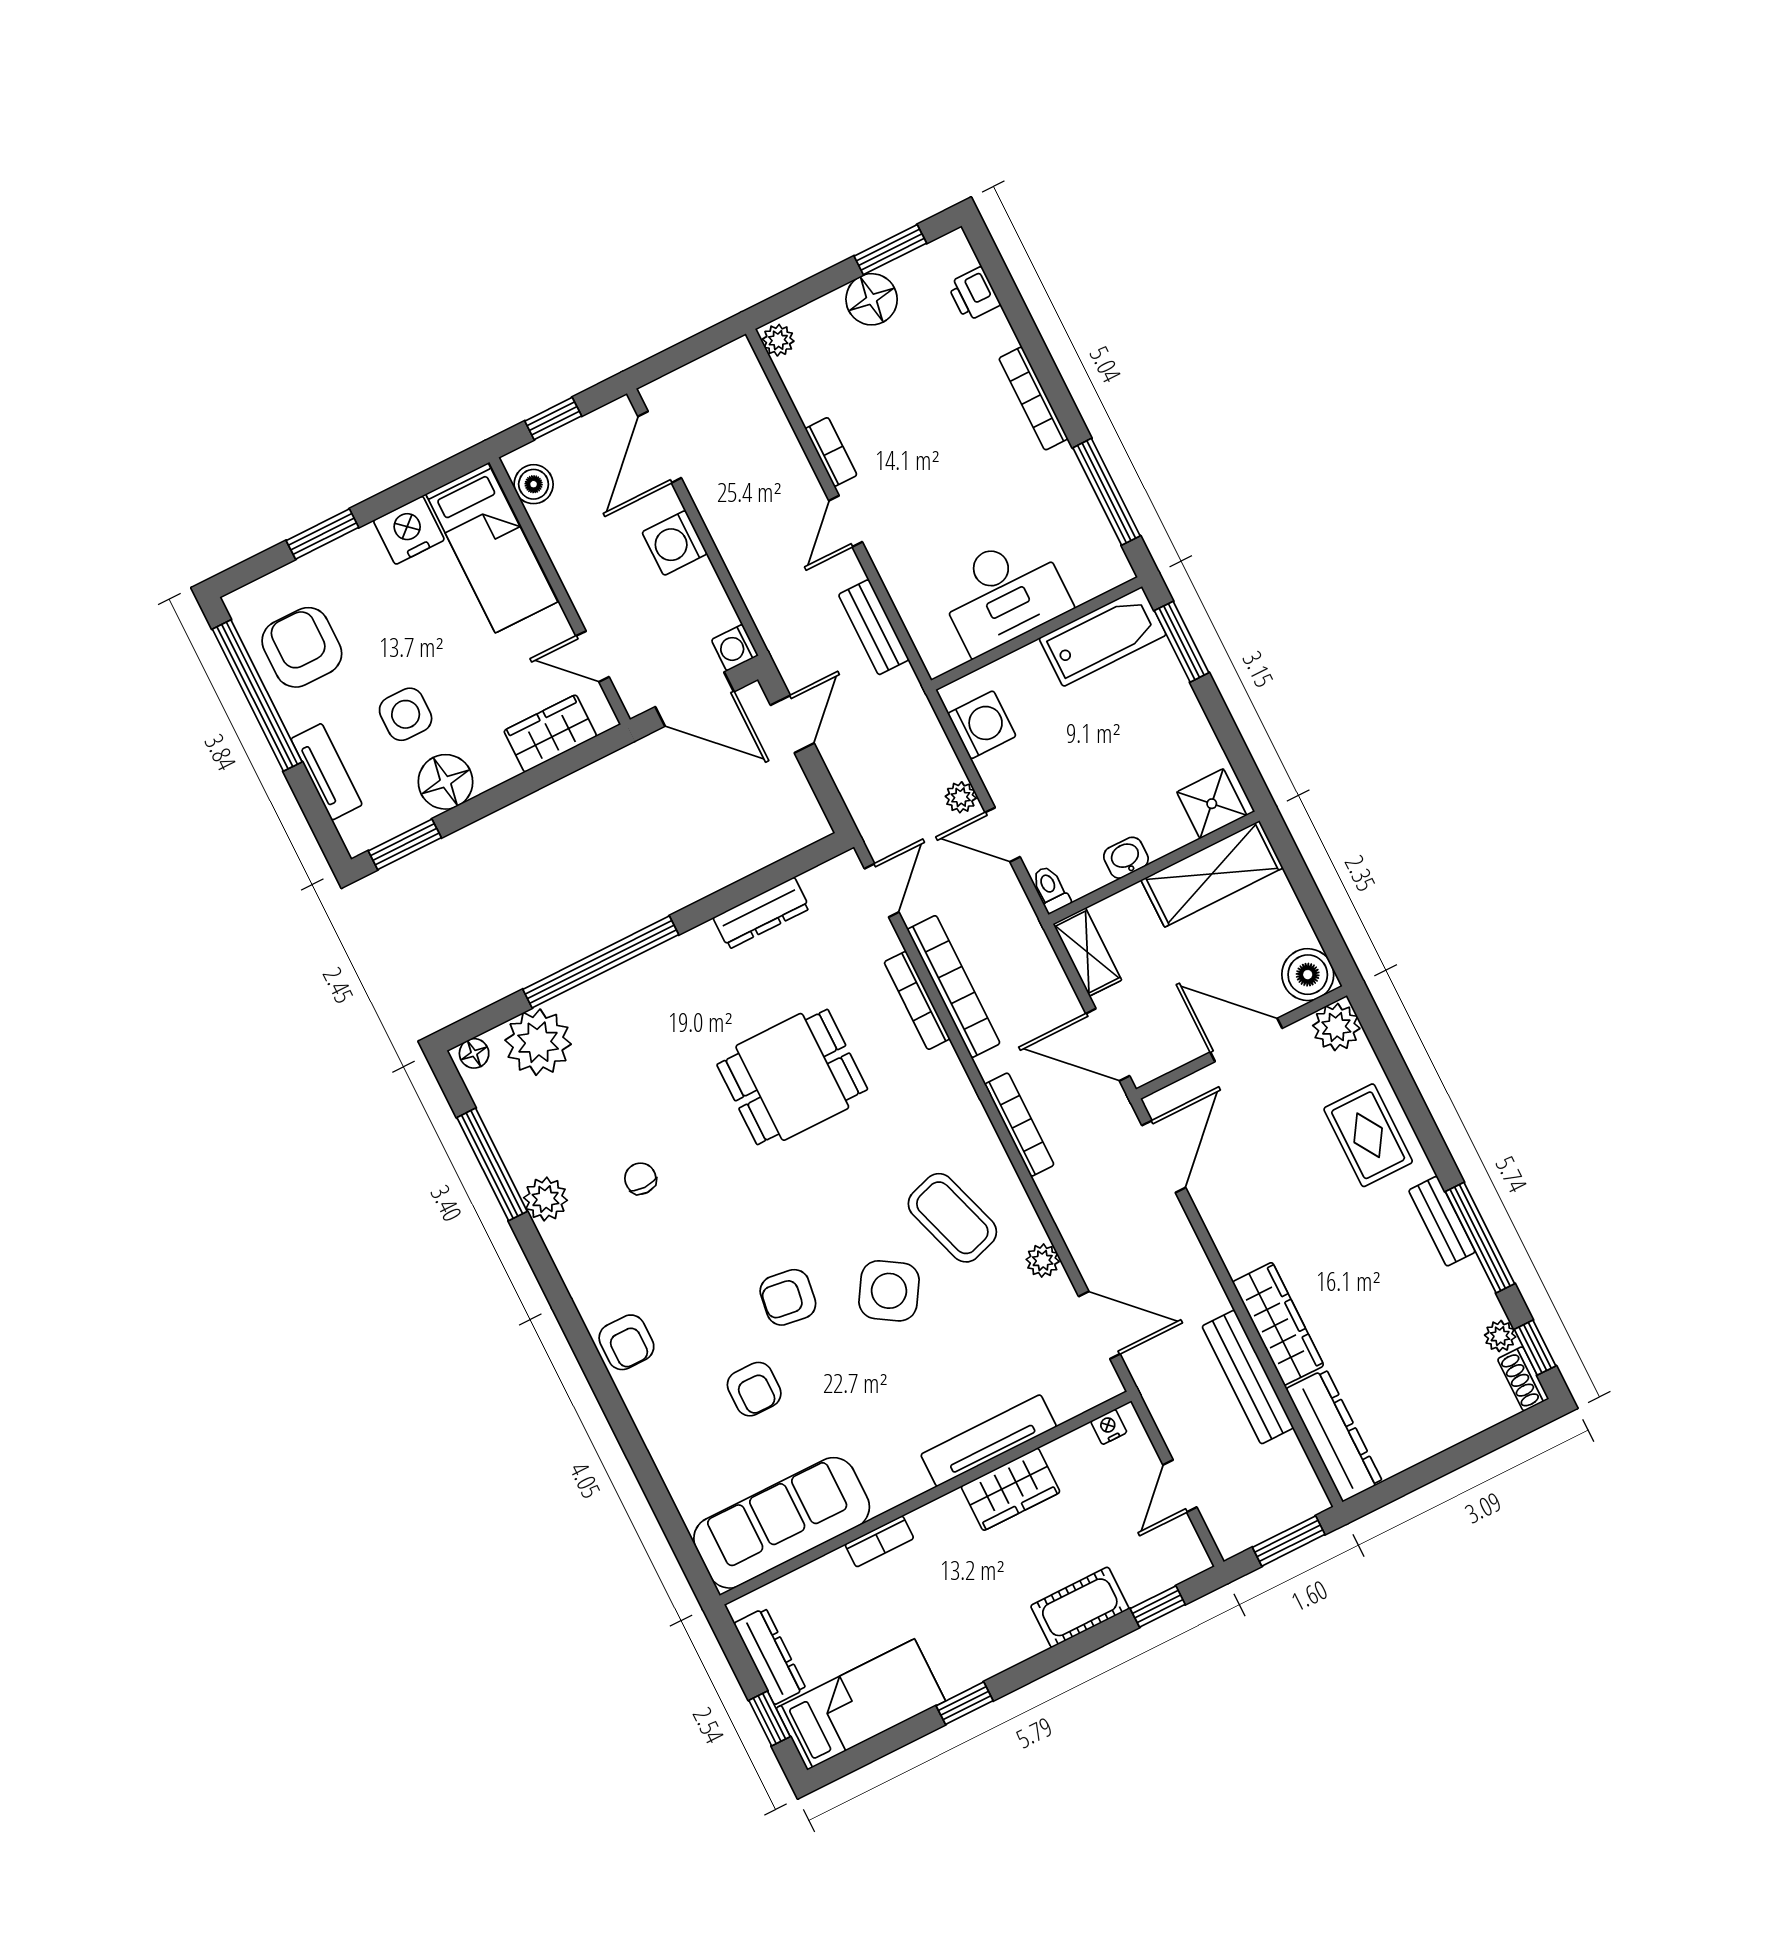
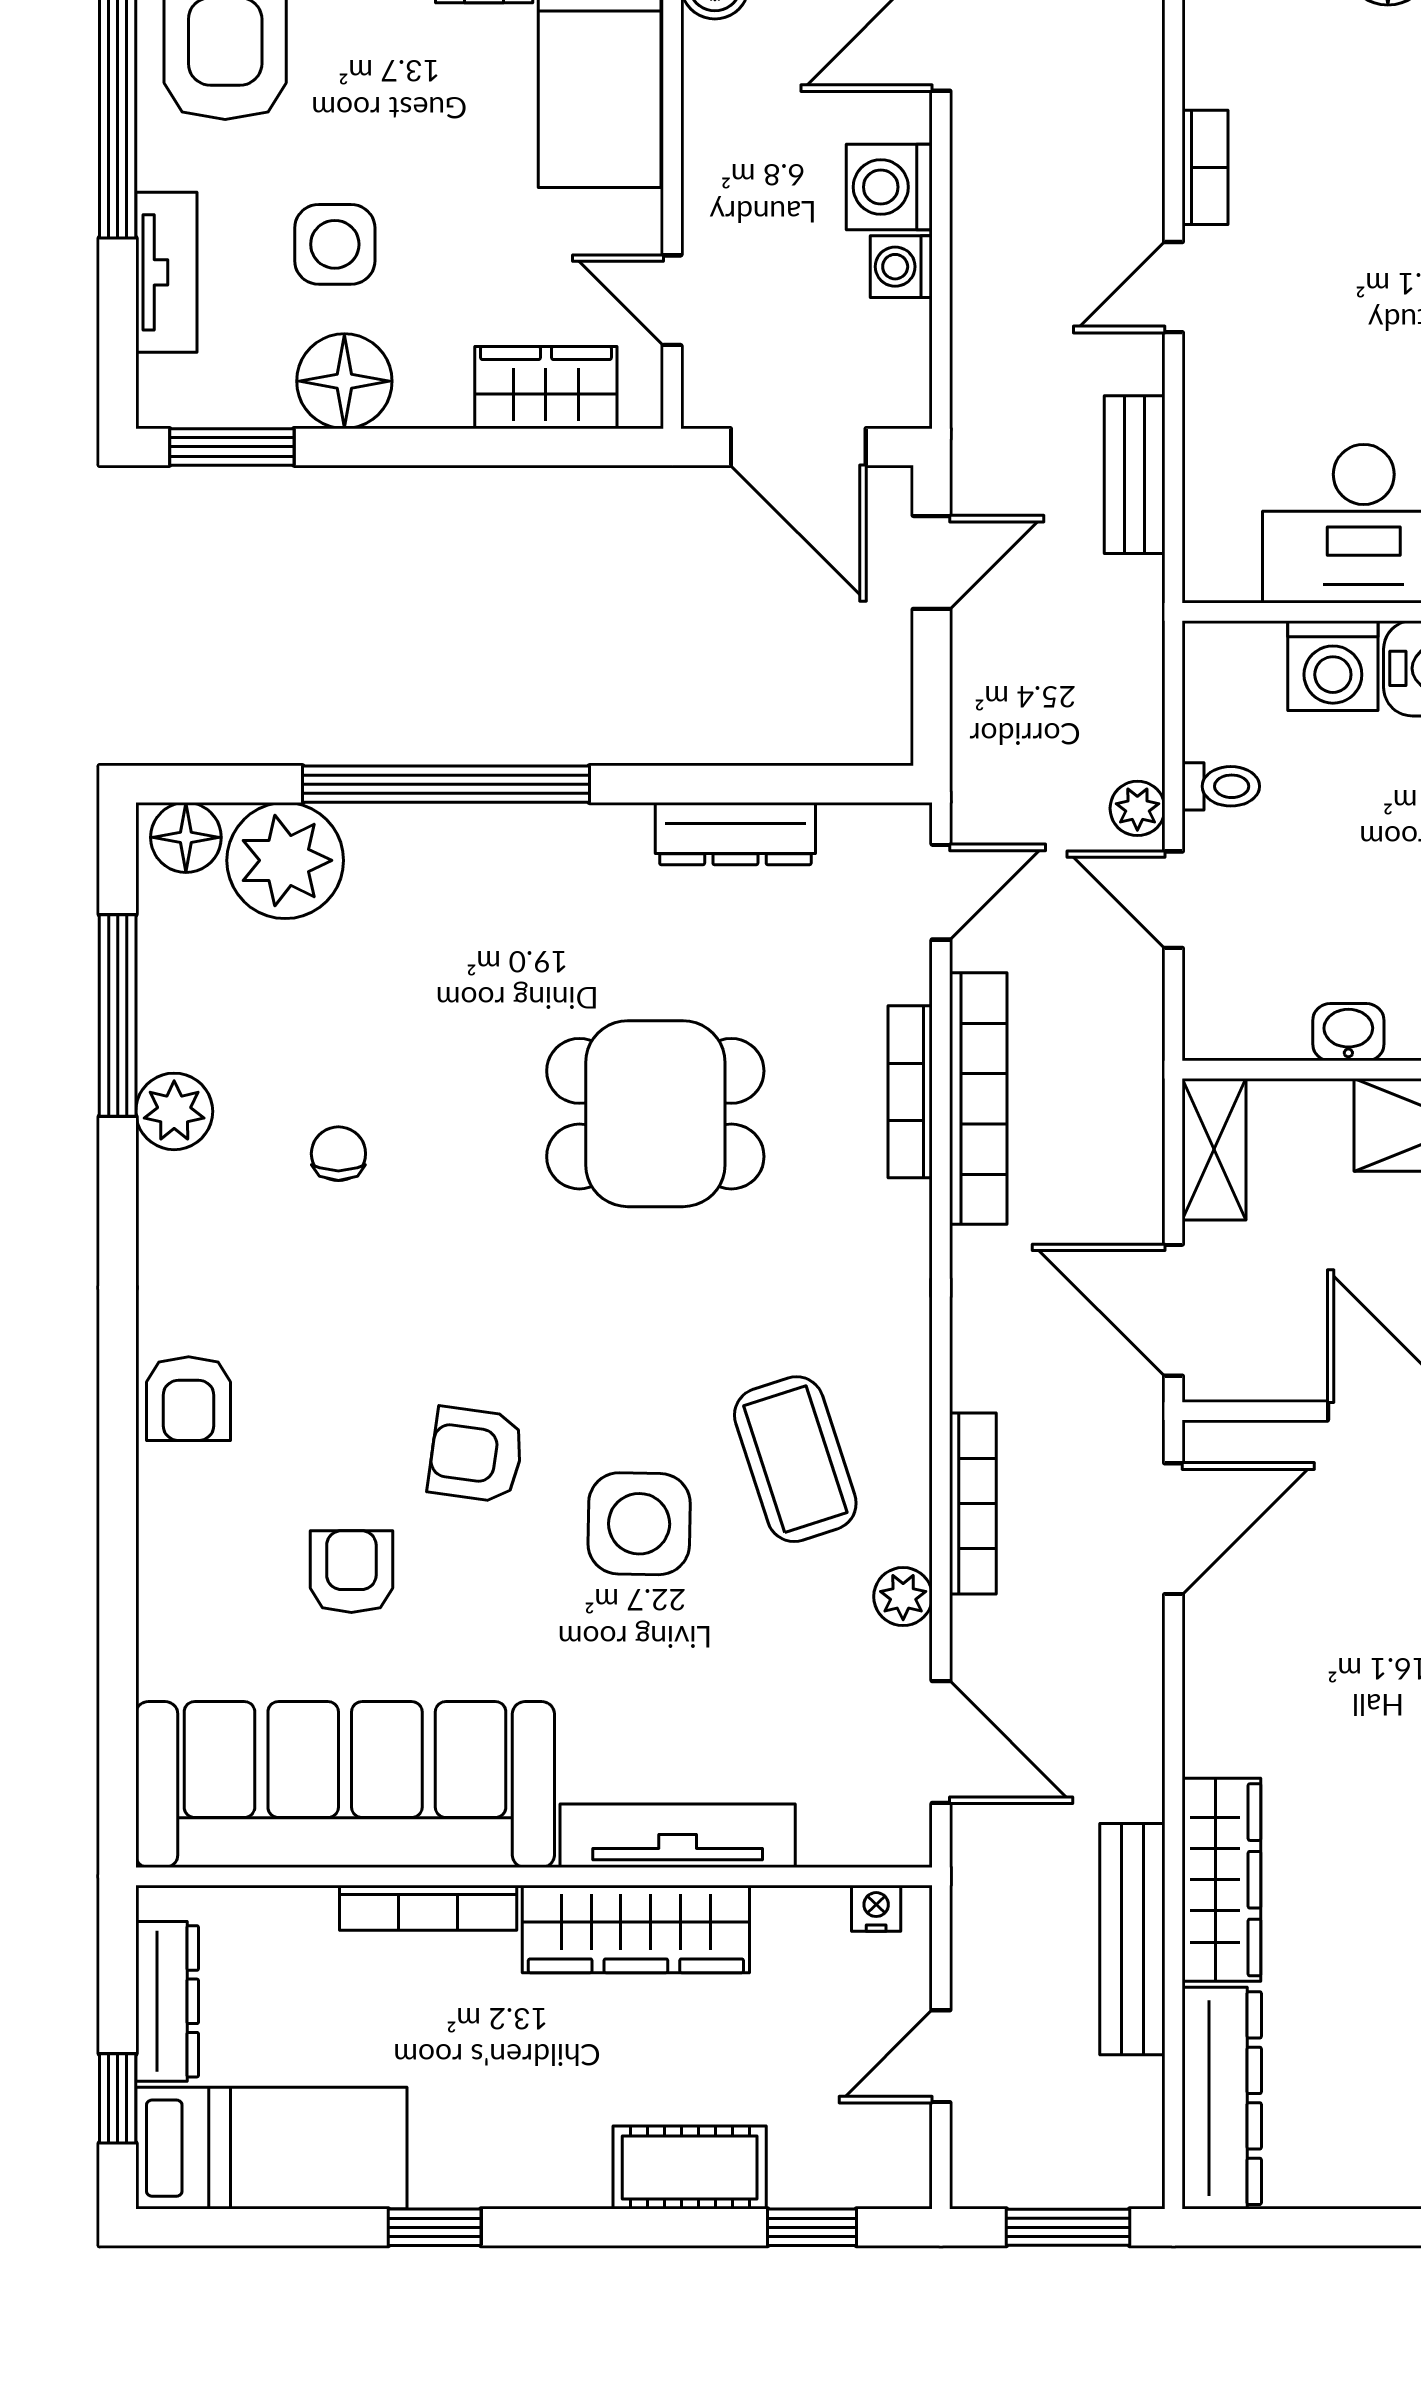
washing machine: (735, 648) -> (901, 267), moved
washing machine: (982, 725) -> (1333, 666), moved, turned 90
toilet: (1051, 889) -> (1221, 786), moved, turned 90
floor lamp: (474, 1053) -> (186, 837), width x1.37, depth x1.37
bookcase: (1019, 1125) -> (973, 1503), moved
side table: (889, 1291) -> (639, 1524), turned -31
armchair: (754, 1389) -> (351, 1572), turned 180
wardrobe: (1011, 1489) -> (636, 1929), width x1.50
sofa: (782, 1523) -> (345, 1784), width x1.36, depth x1.27
bookcase: (879, 1541) -> (428, 1908), width x1.56

